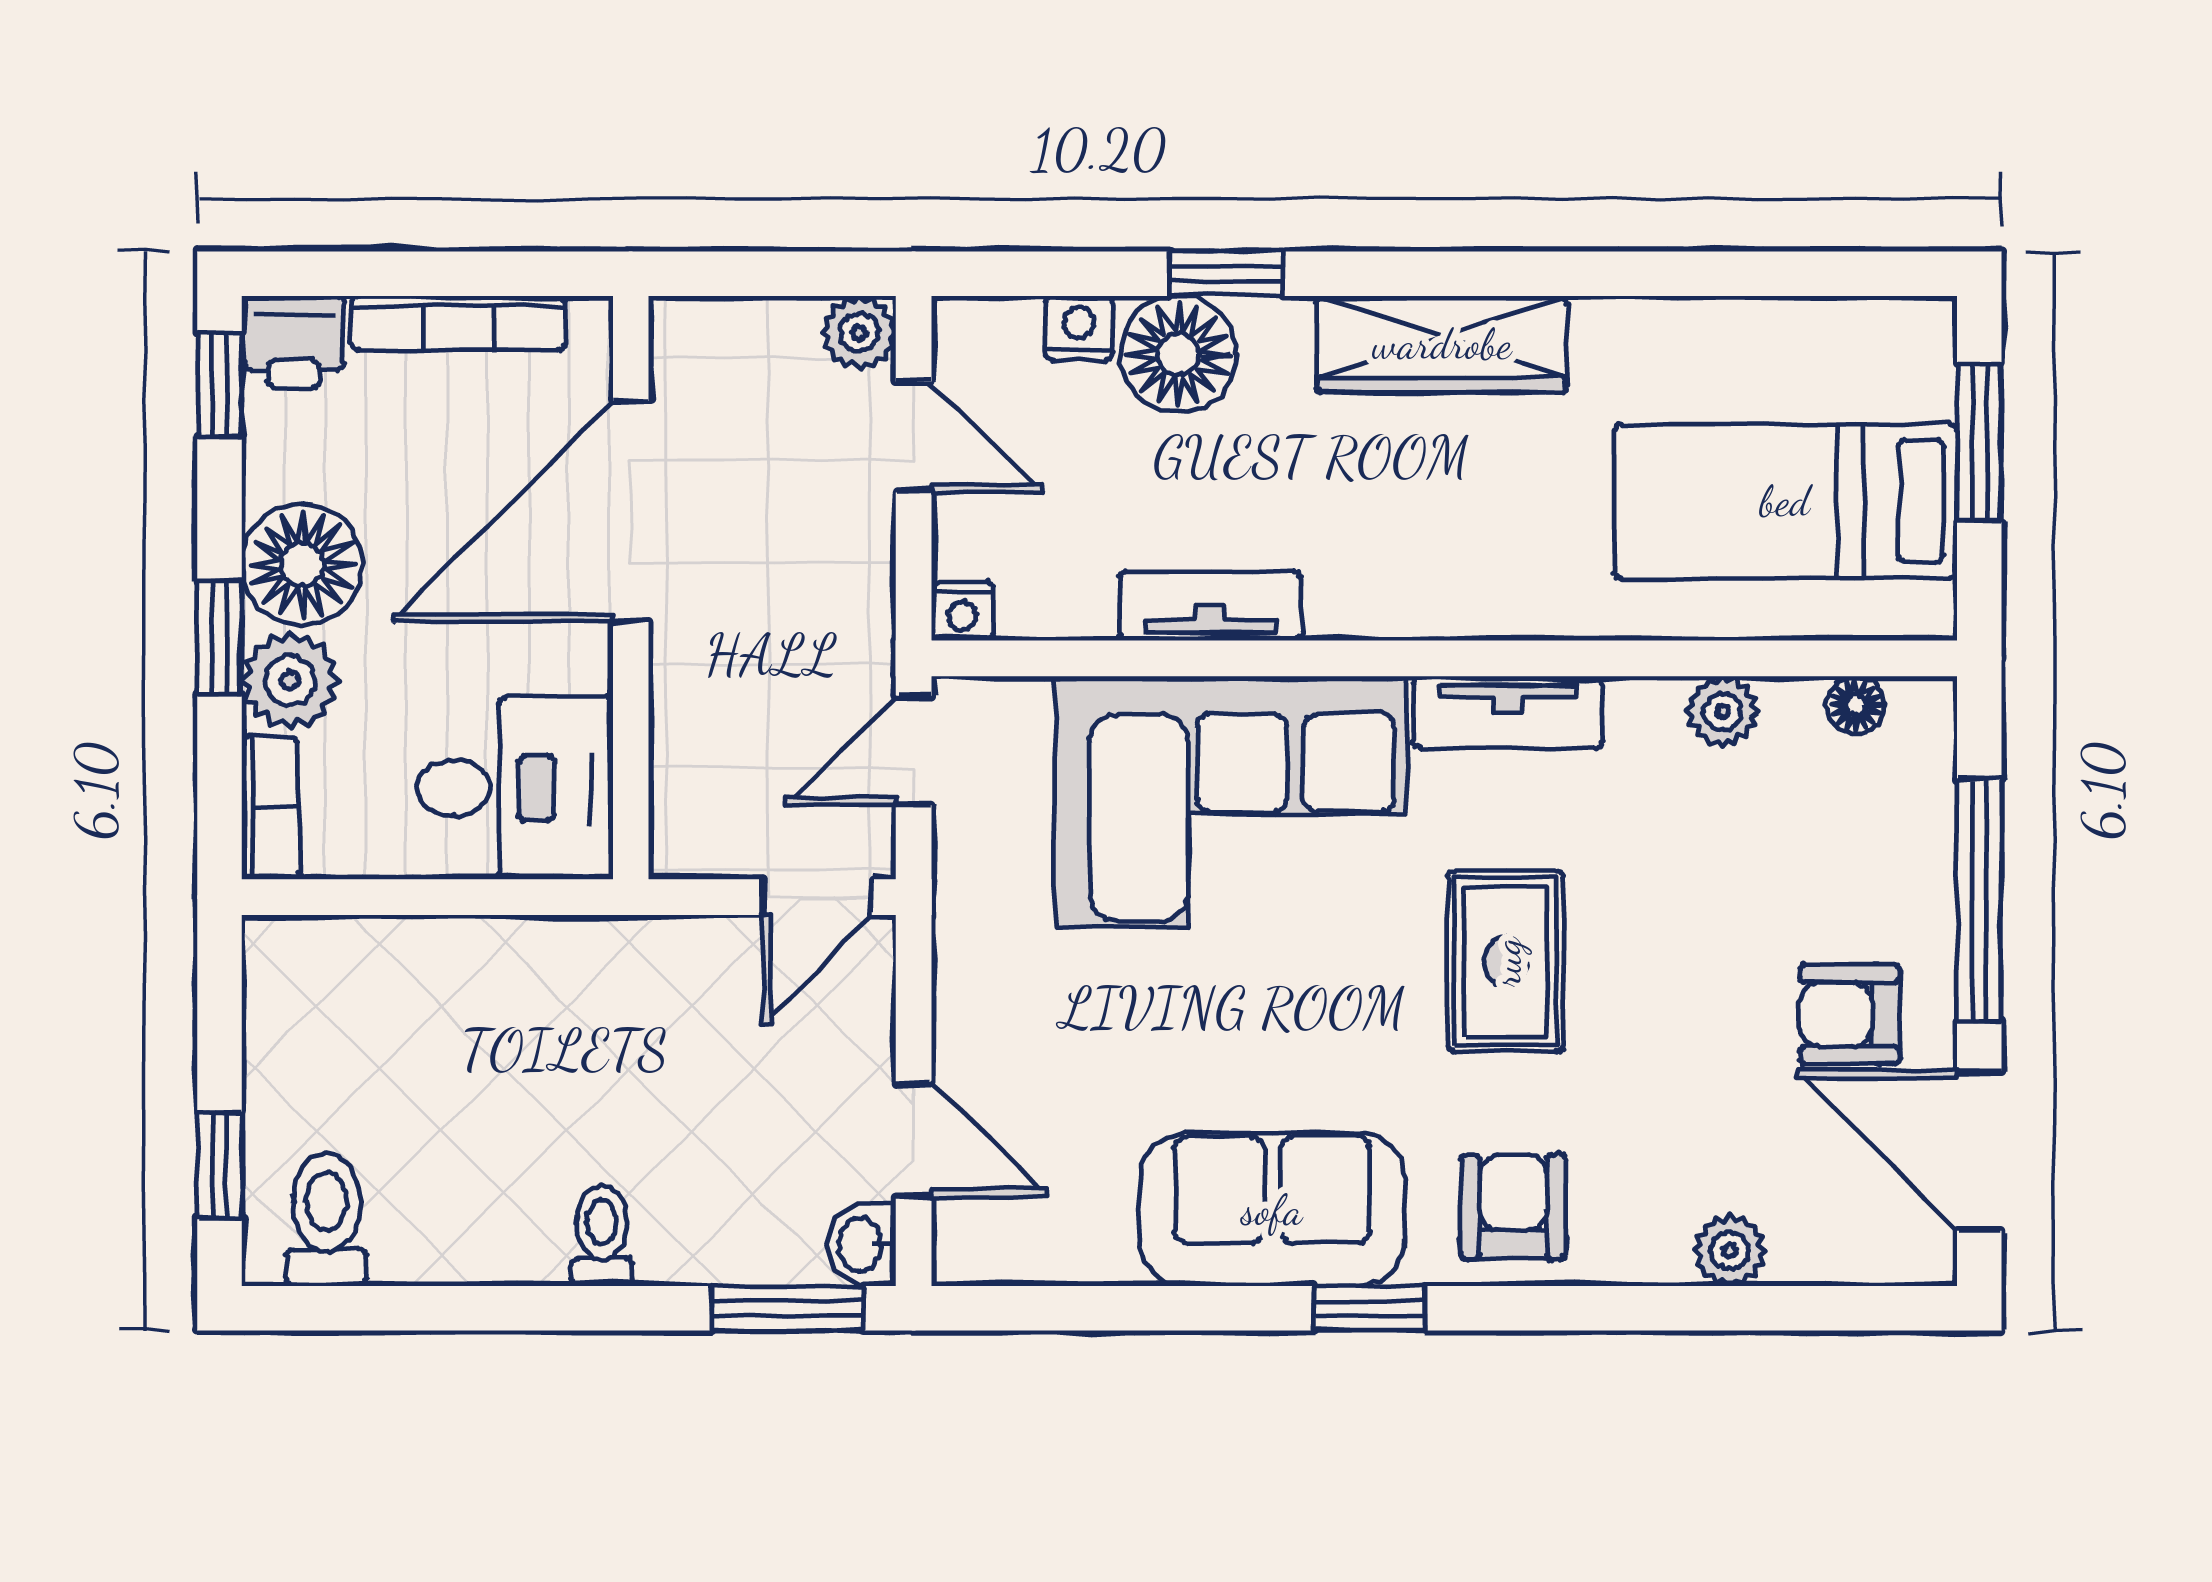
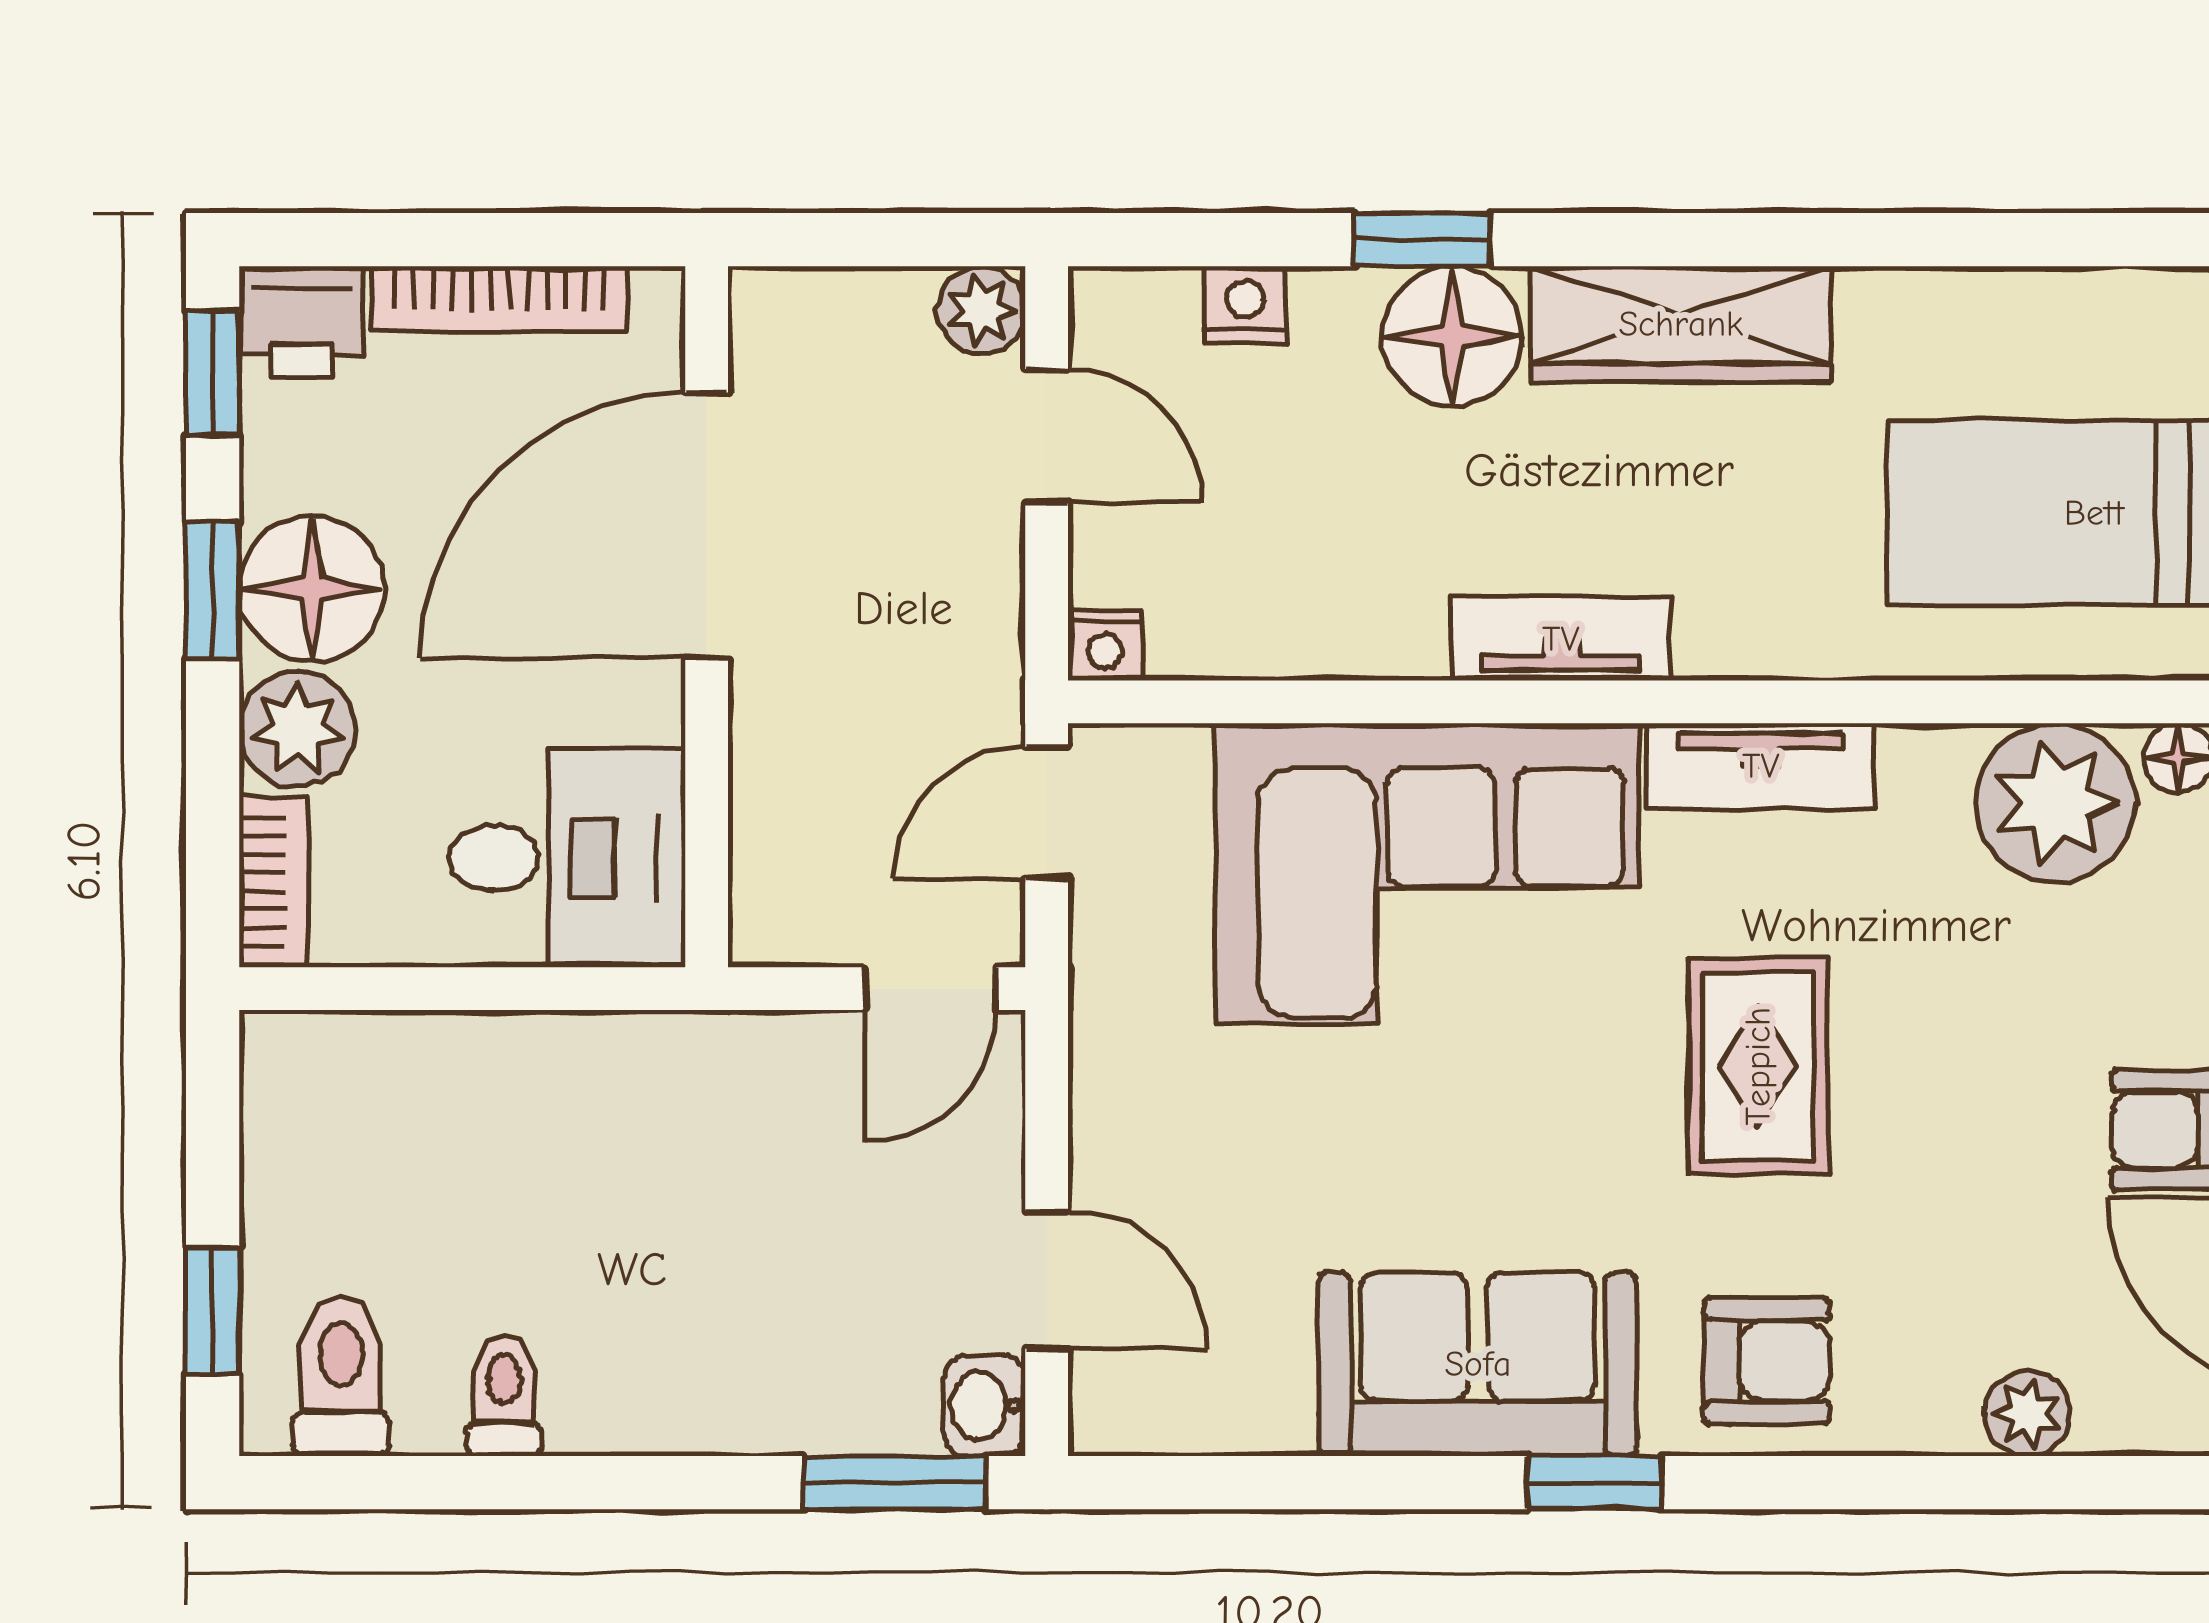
floor lamp: (1178, 354) -> (1452, 336), moved
tv unit: (1210, 606) -> (1561, 639), moved
window: (220, 638) -> (213, 590), moved
plant: (1722, 711) -> (2055, 803), width x1.88, depth x1.88
armchair: (1513, 1207) -> (1767, 1361), turned 90
toilet: (602, 1236) -> (504, 1396), moved

